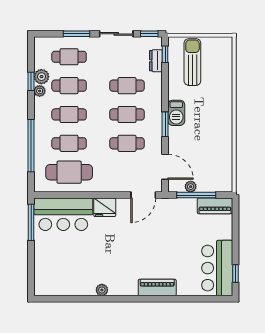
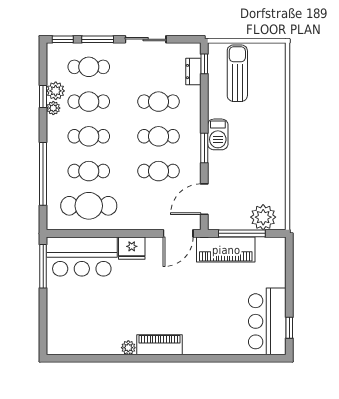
window: (149, 34) -> (63, 39), moved
door: (165, 167) -> (204, 199), swing flipped
plant: (191, 187) -> (263, 217), moved, width x1.88, depth x1.88
piano: (215, 206) -> (226, 250), moved, width x1.37, depth x1.33
piano: (157, 287) -> (160, 345), moved

